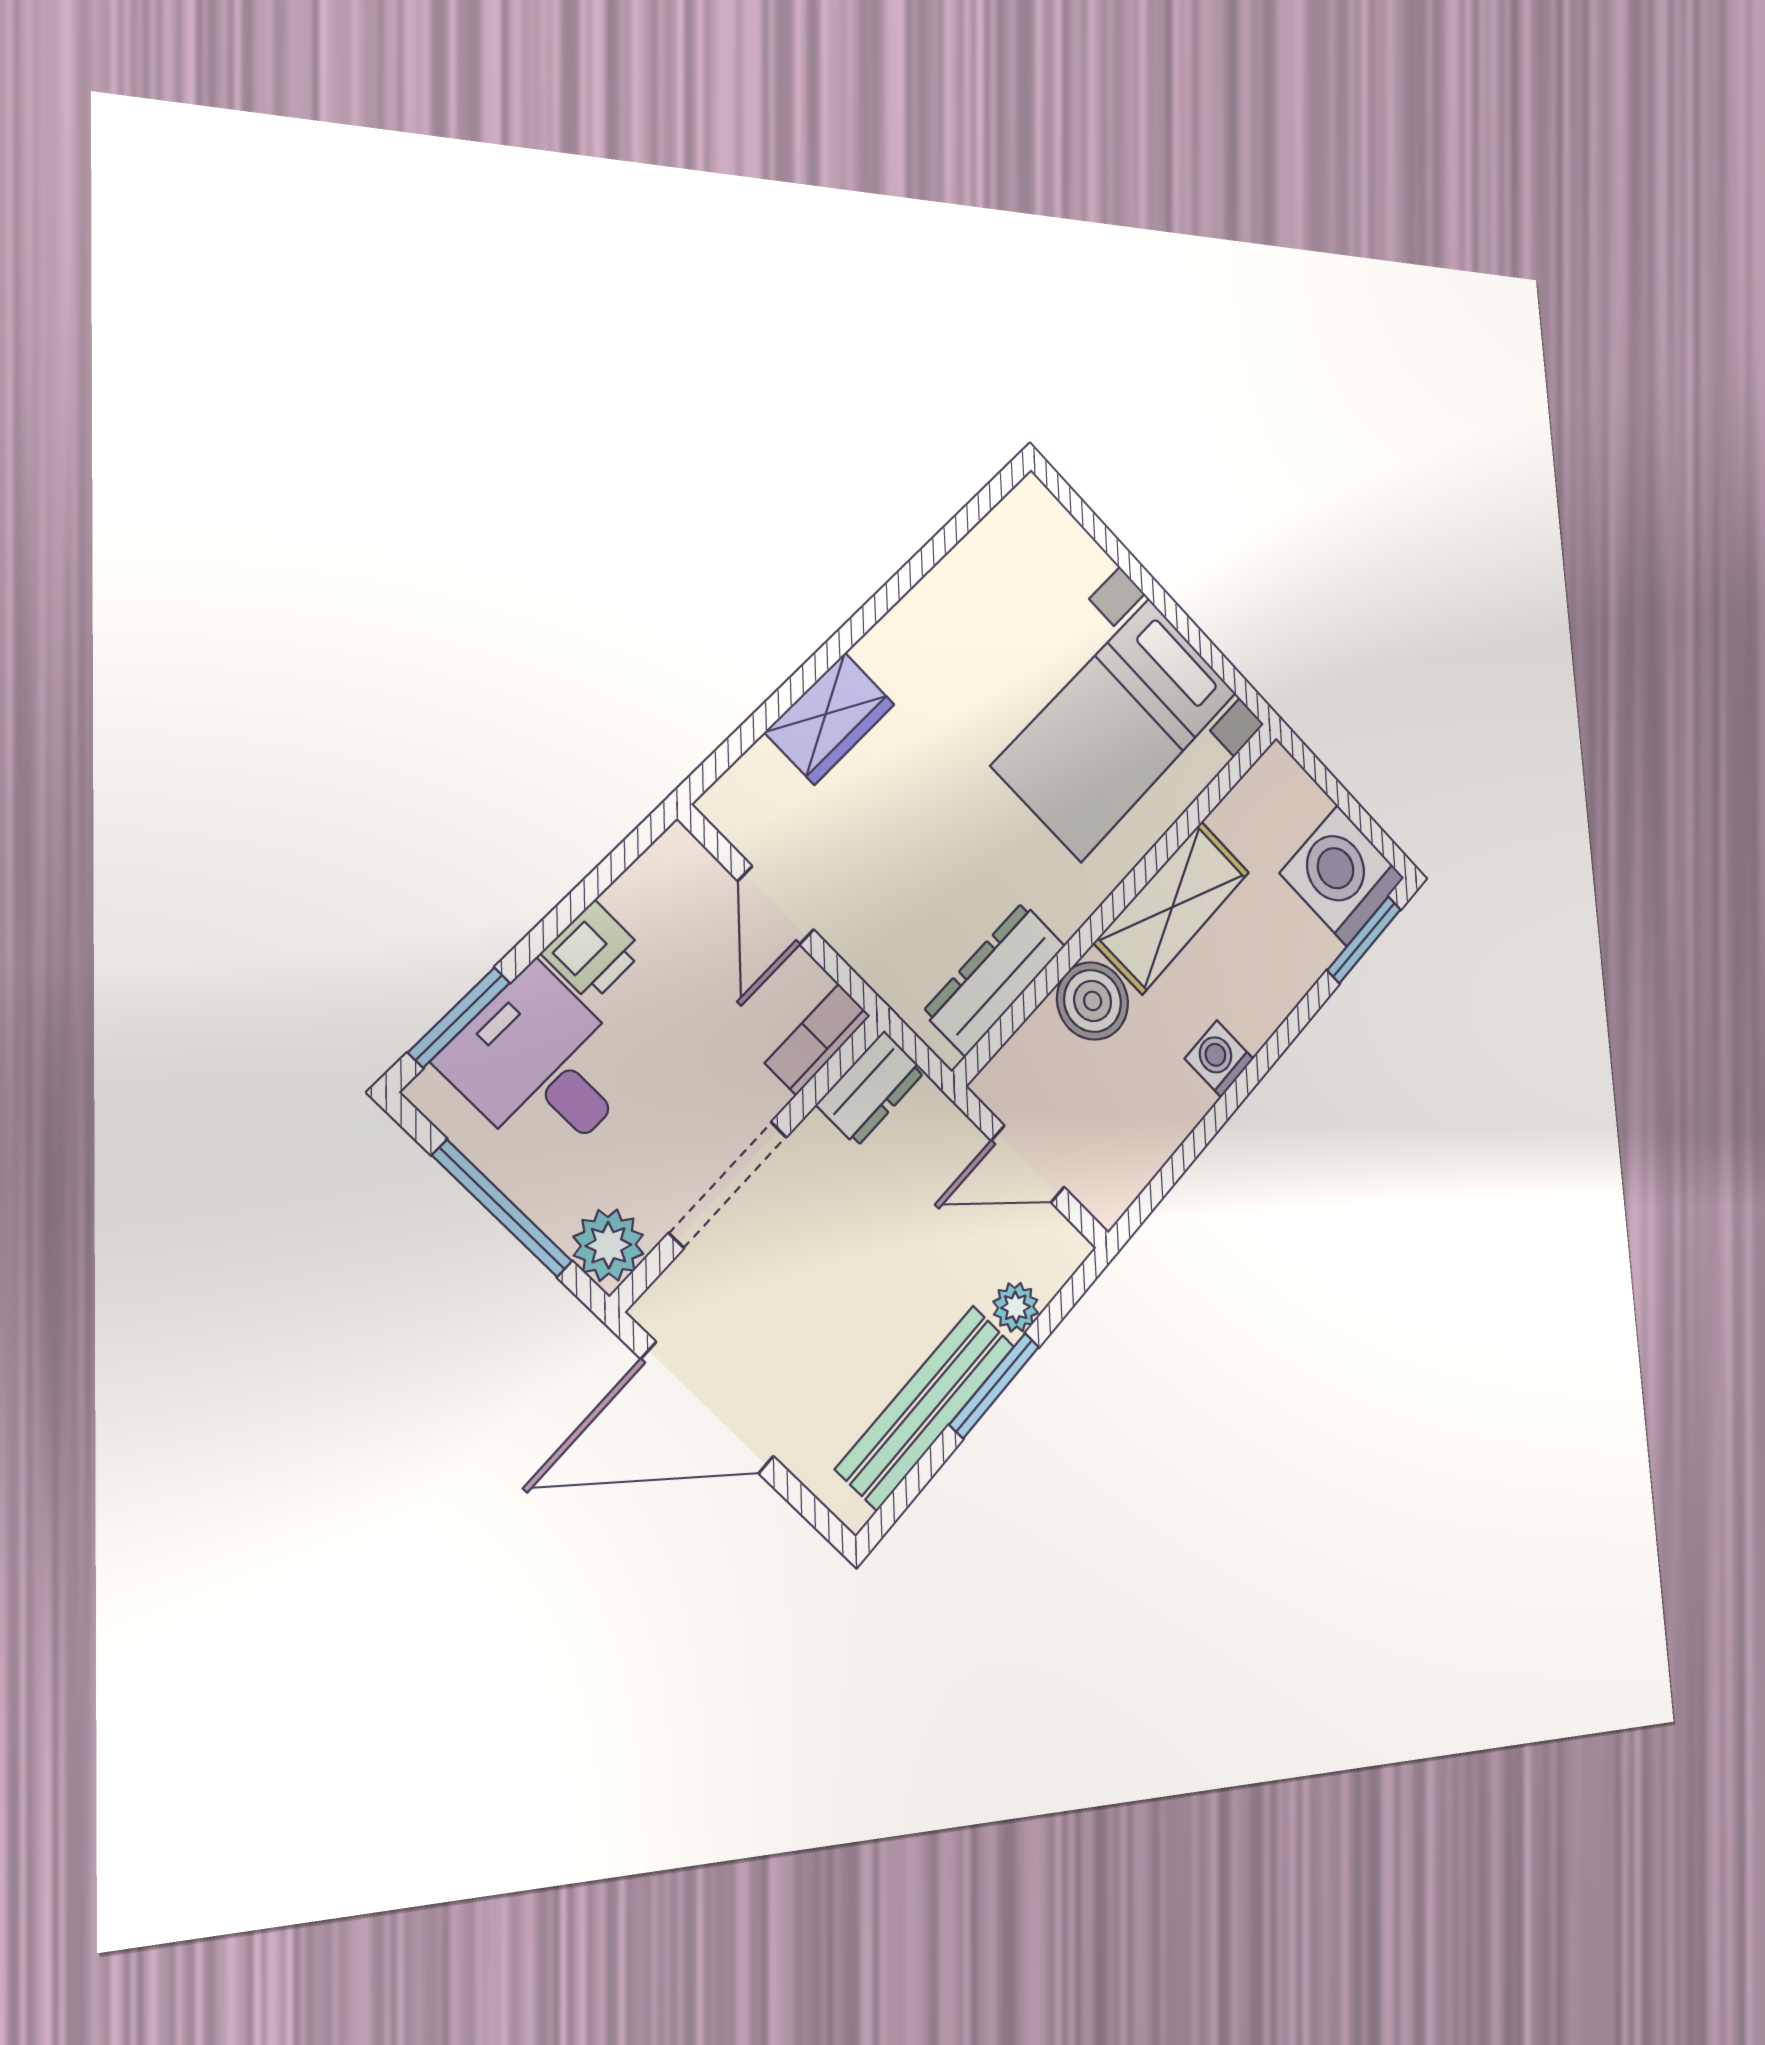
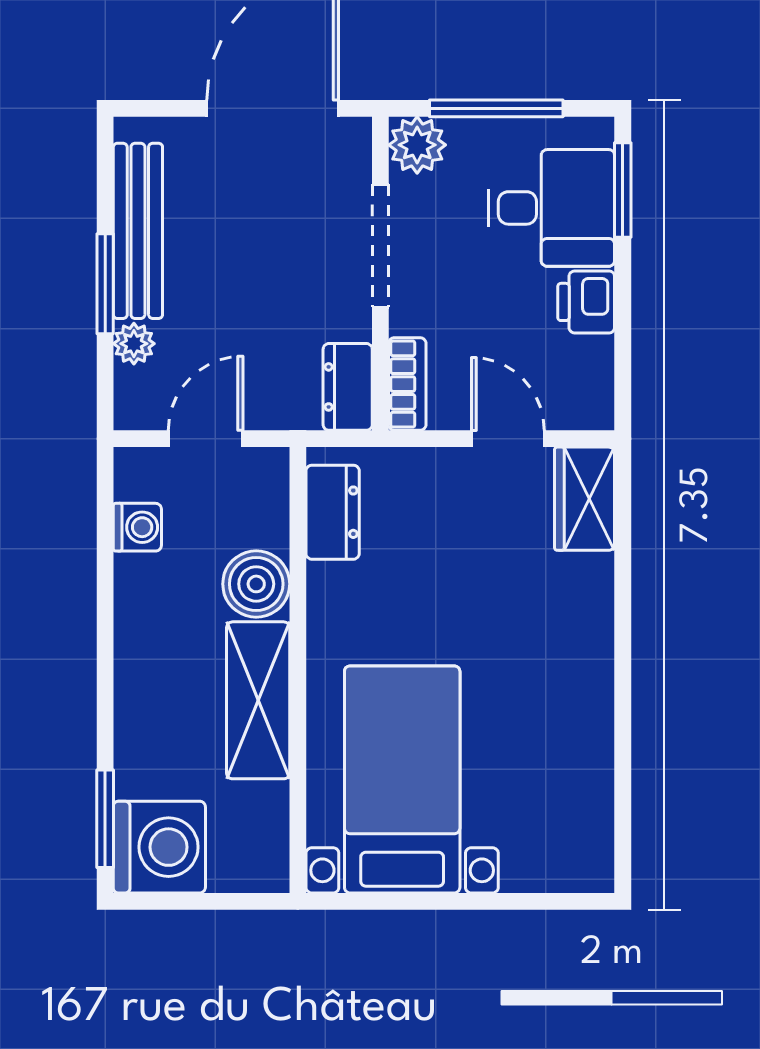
wardrobe: (830, 718) -> (585, 499), moved
dresser: (994, 979) -> (333, 512), width x0.70
washing machine: (1219, 1059) -> (137, 527), moved

